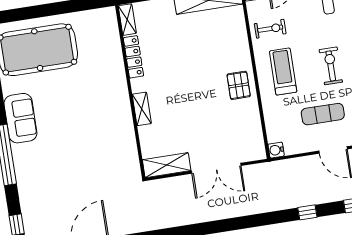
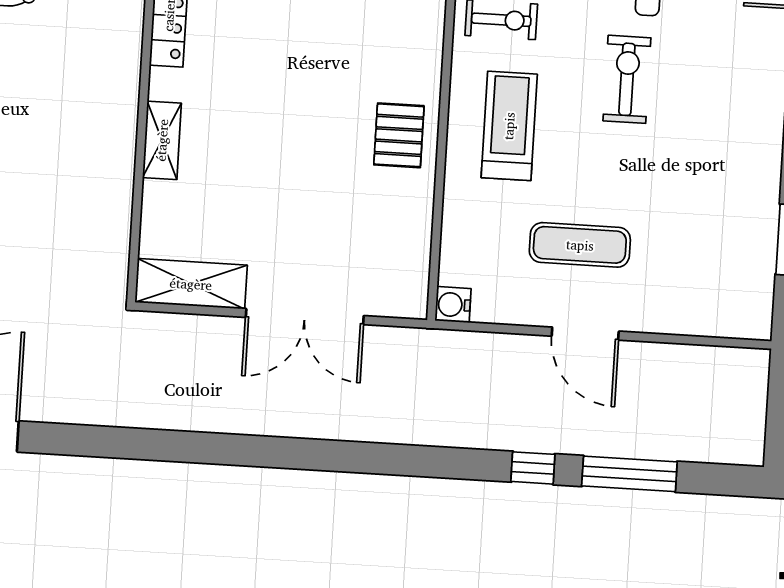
exercise bike: (331, 66) -> (627, 79), moved
window: (307, 212) -> (533, 468), moved

